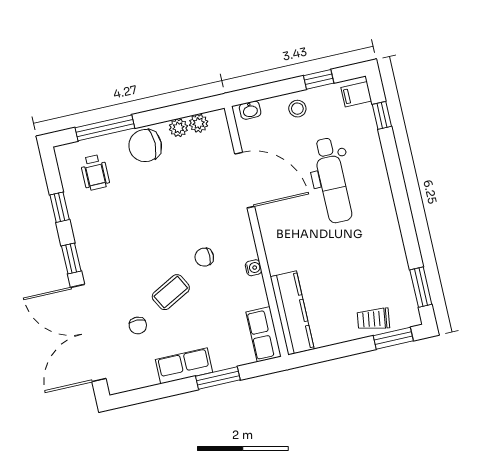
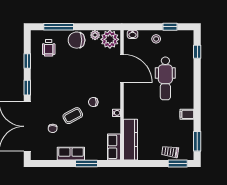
filing cabinet: (356, 94) -> (187, 114), moved
plant: (199, 123) -> (110, 39), width x1.87, depth x1.87

